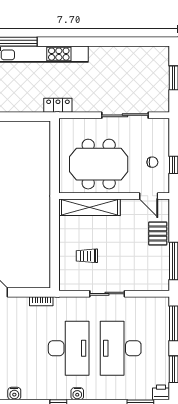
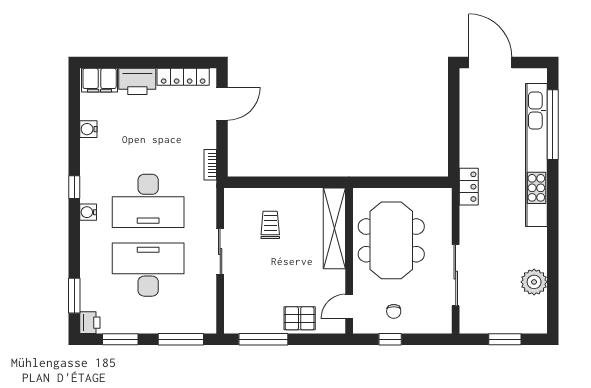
plant: (130, 56) -> (534, 282), added

